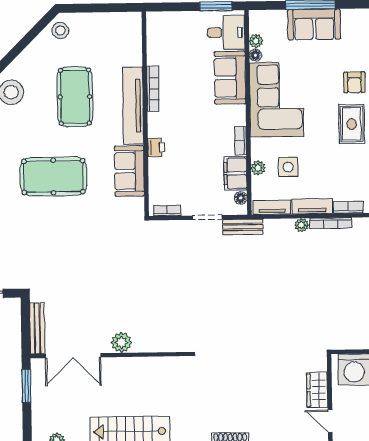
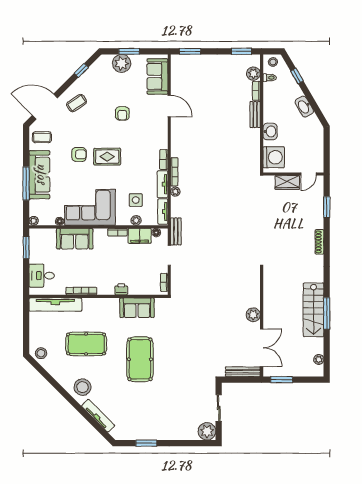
sofa: (314, 24) -> (39, 175), width x1.36
desk: (226, 33) -> (42, 276), moved, turned -90
plant: (256, 41) -> (34, 221), moved
tv unit: (133, 106) -> (55, 305), moved

